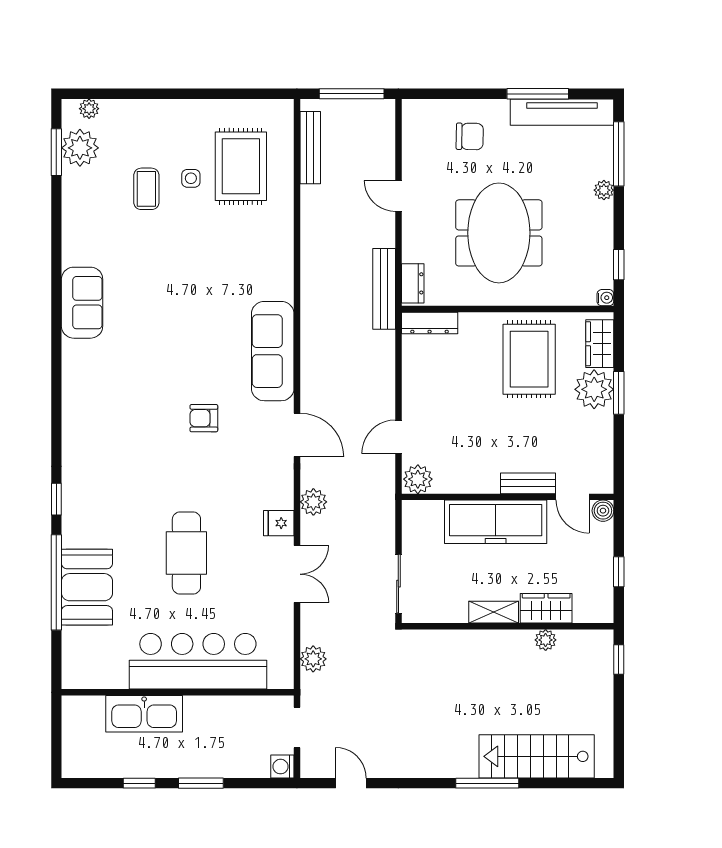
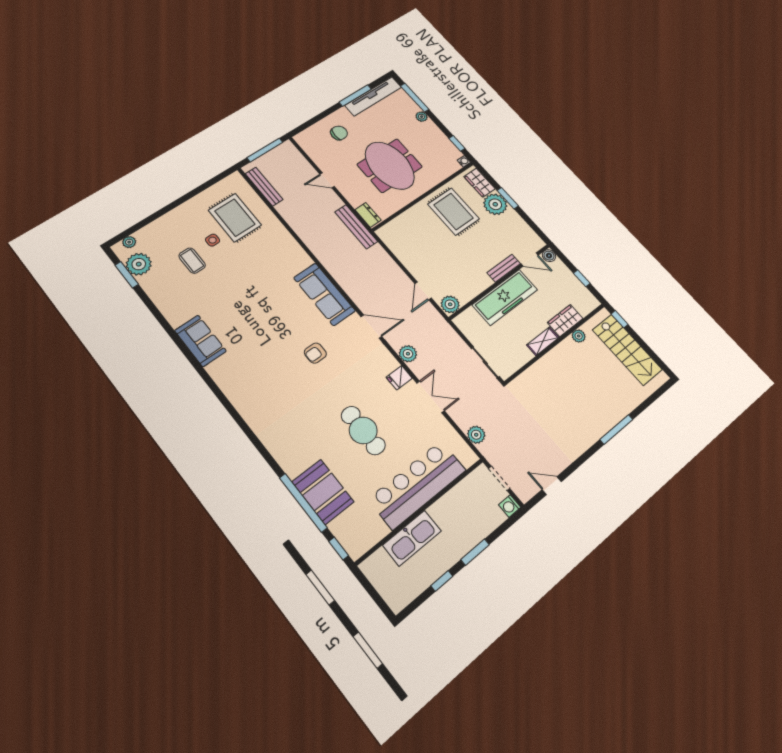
dresser: (430, 323) -> (392, 227), removed
window: (56, 499) -> (339, 549), moved
stairs: (537, 756) -> (627, 350), moved, turned -90

